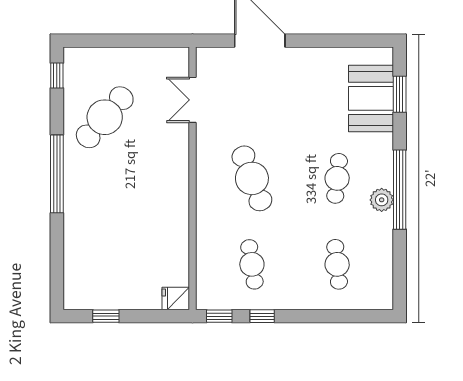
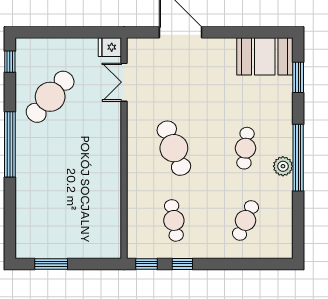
booth: (371, 98) -> (265, 56), moved, turned 90
cafe table: (337, 264) -> (245, 220), turned 30
fridge: (176, 298) -> (110, 47), moved
window: (106, 316) -> (51, 264), width x1.50

